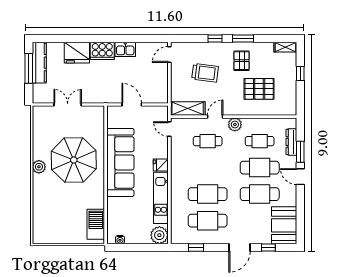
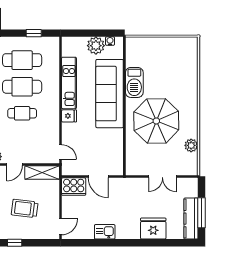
cooker: (102, 51) -> (74, 187), moved, turned 180
cafe table: (208, 141) -> (22, 113), moved
sofa: (120, 162) -> (110, 94), moved
plant: (39, 167) -> (191, 145), moved
barbecue: (96, 224) -> (134, 82), moved
plant: (159, 235) -> (96, 46), moved

